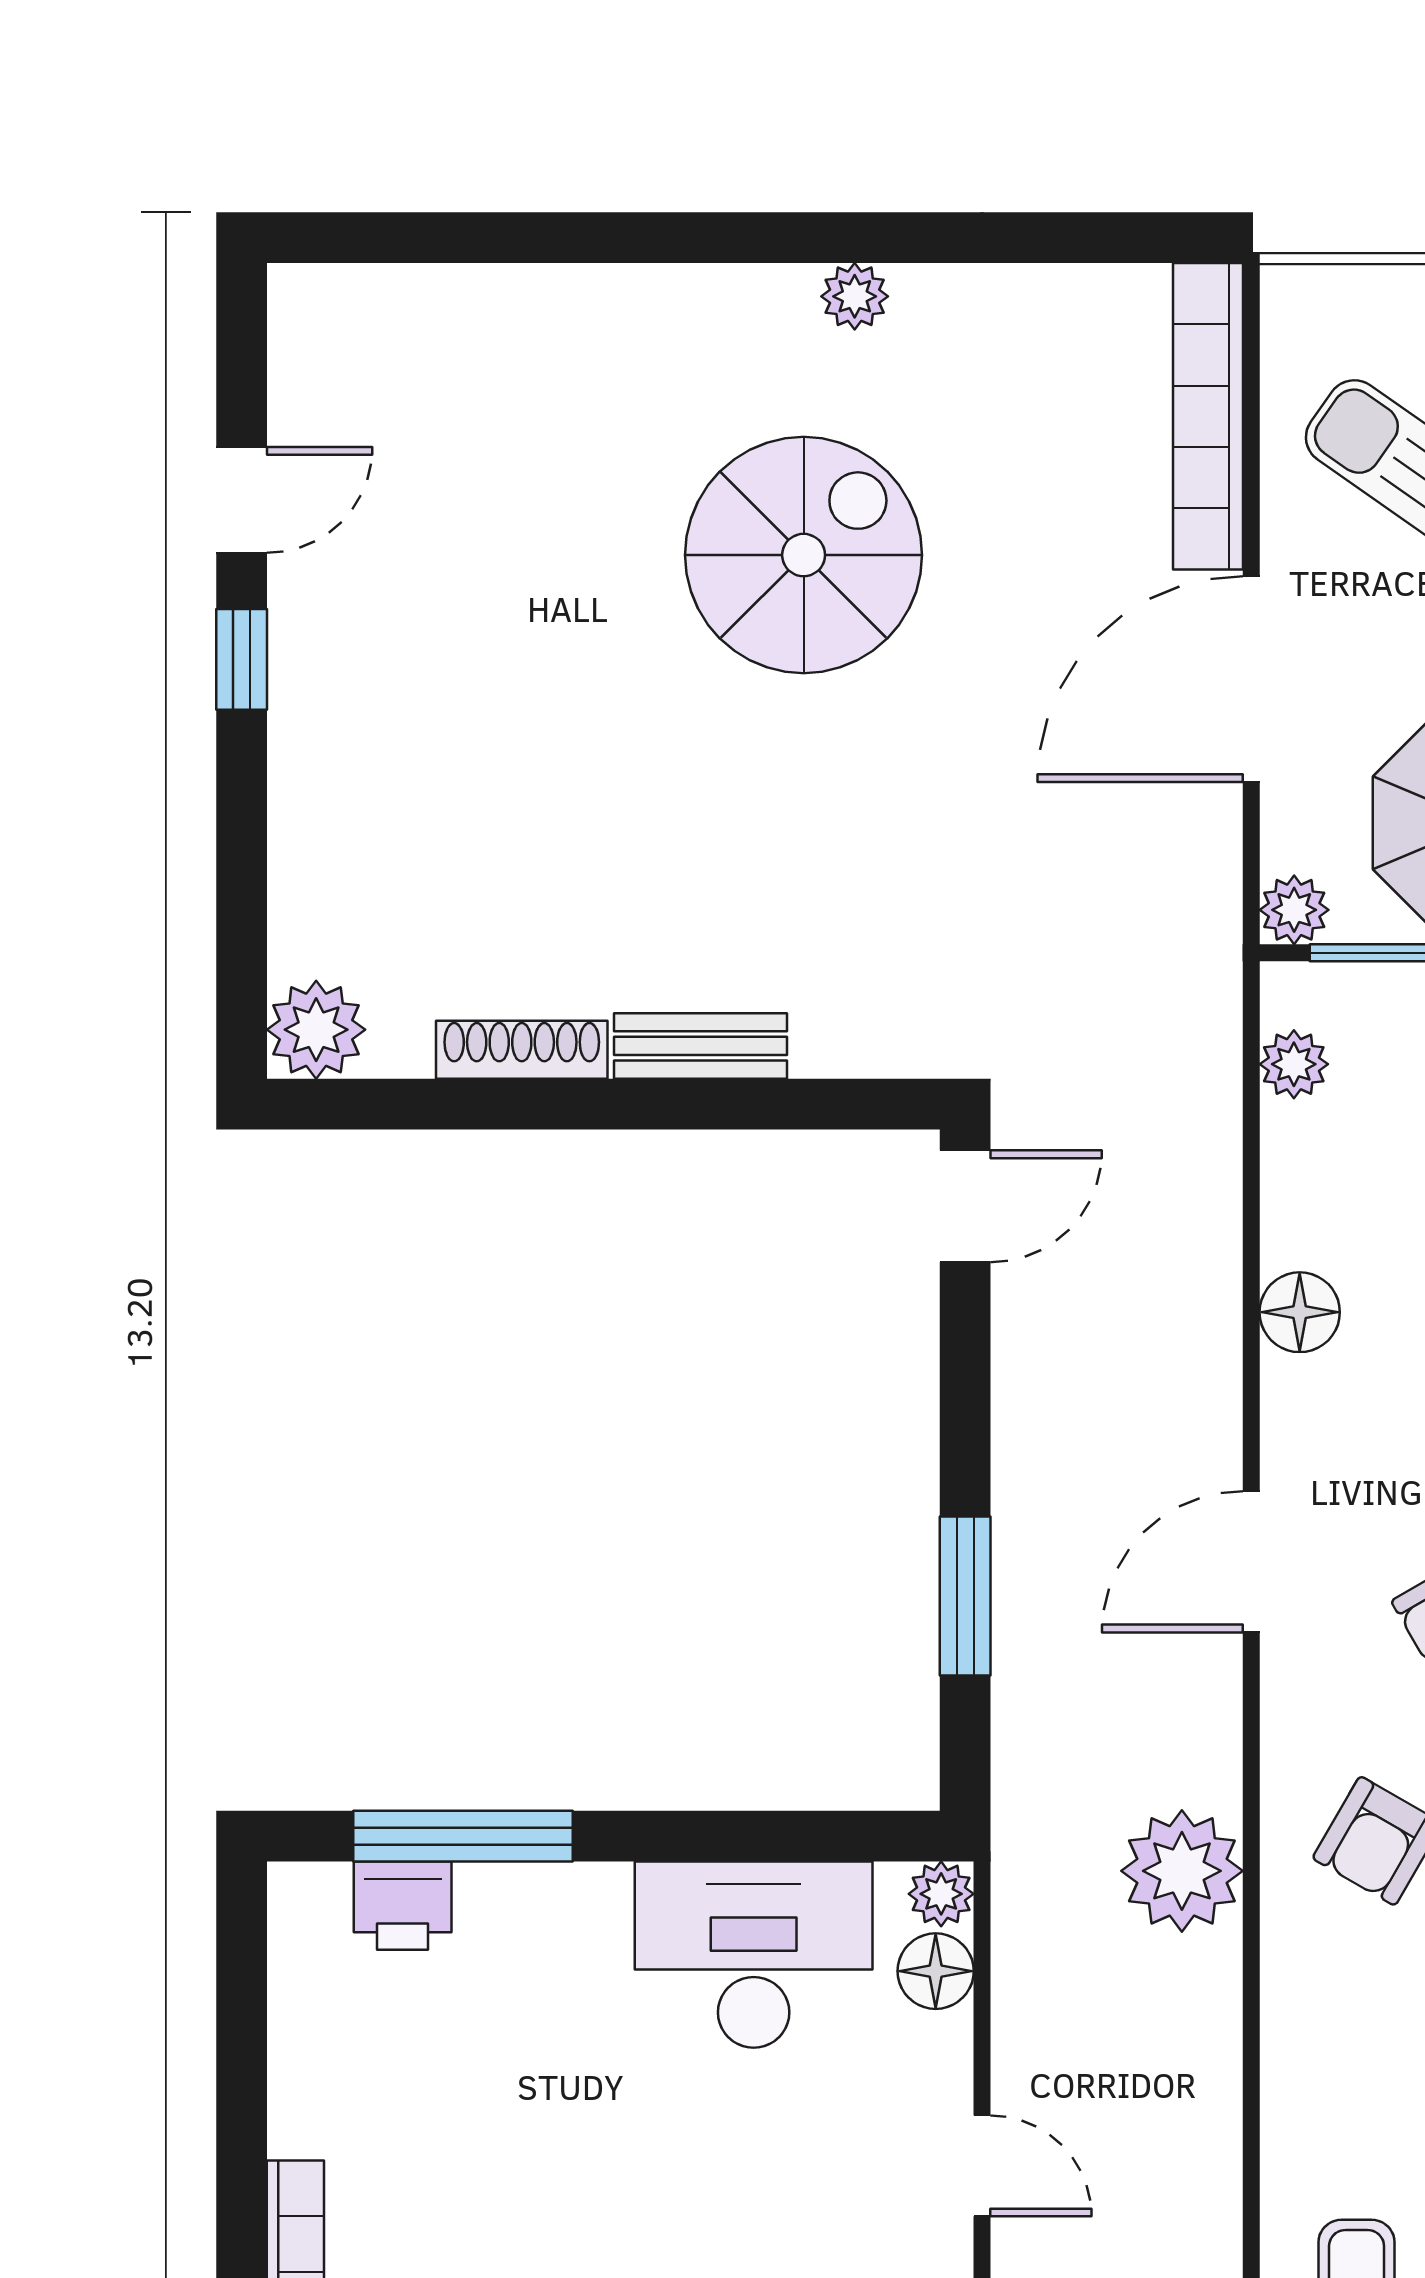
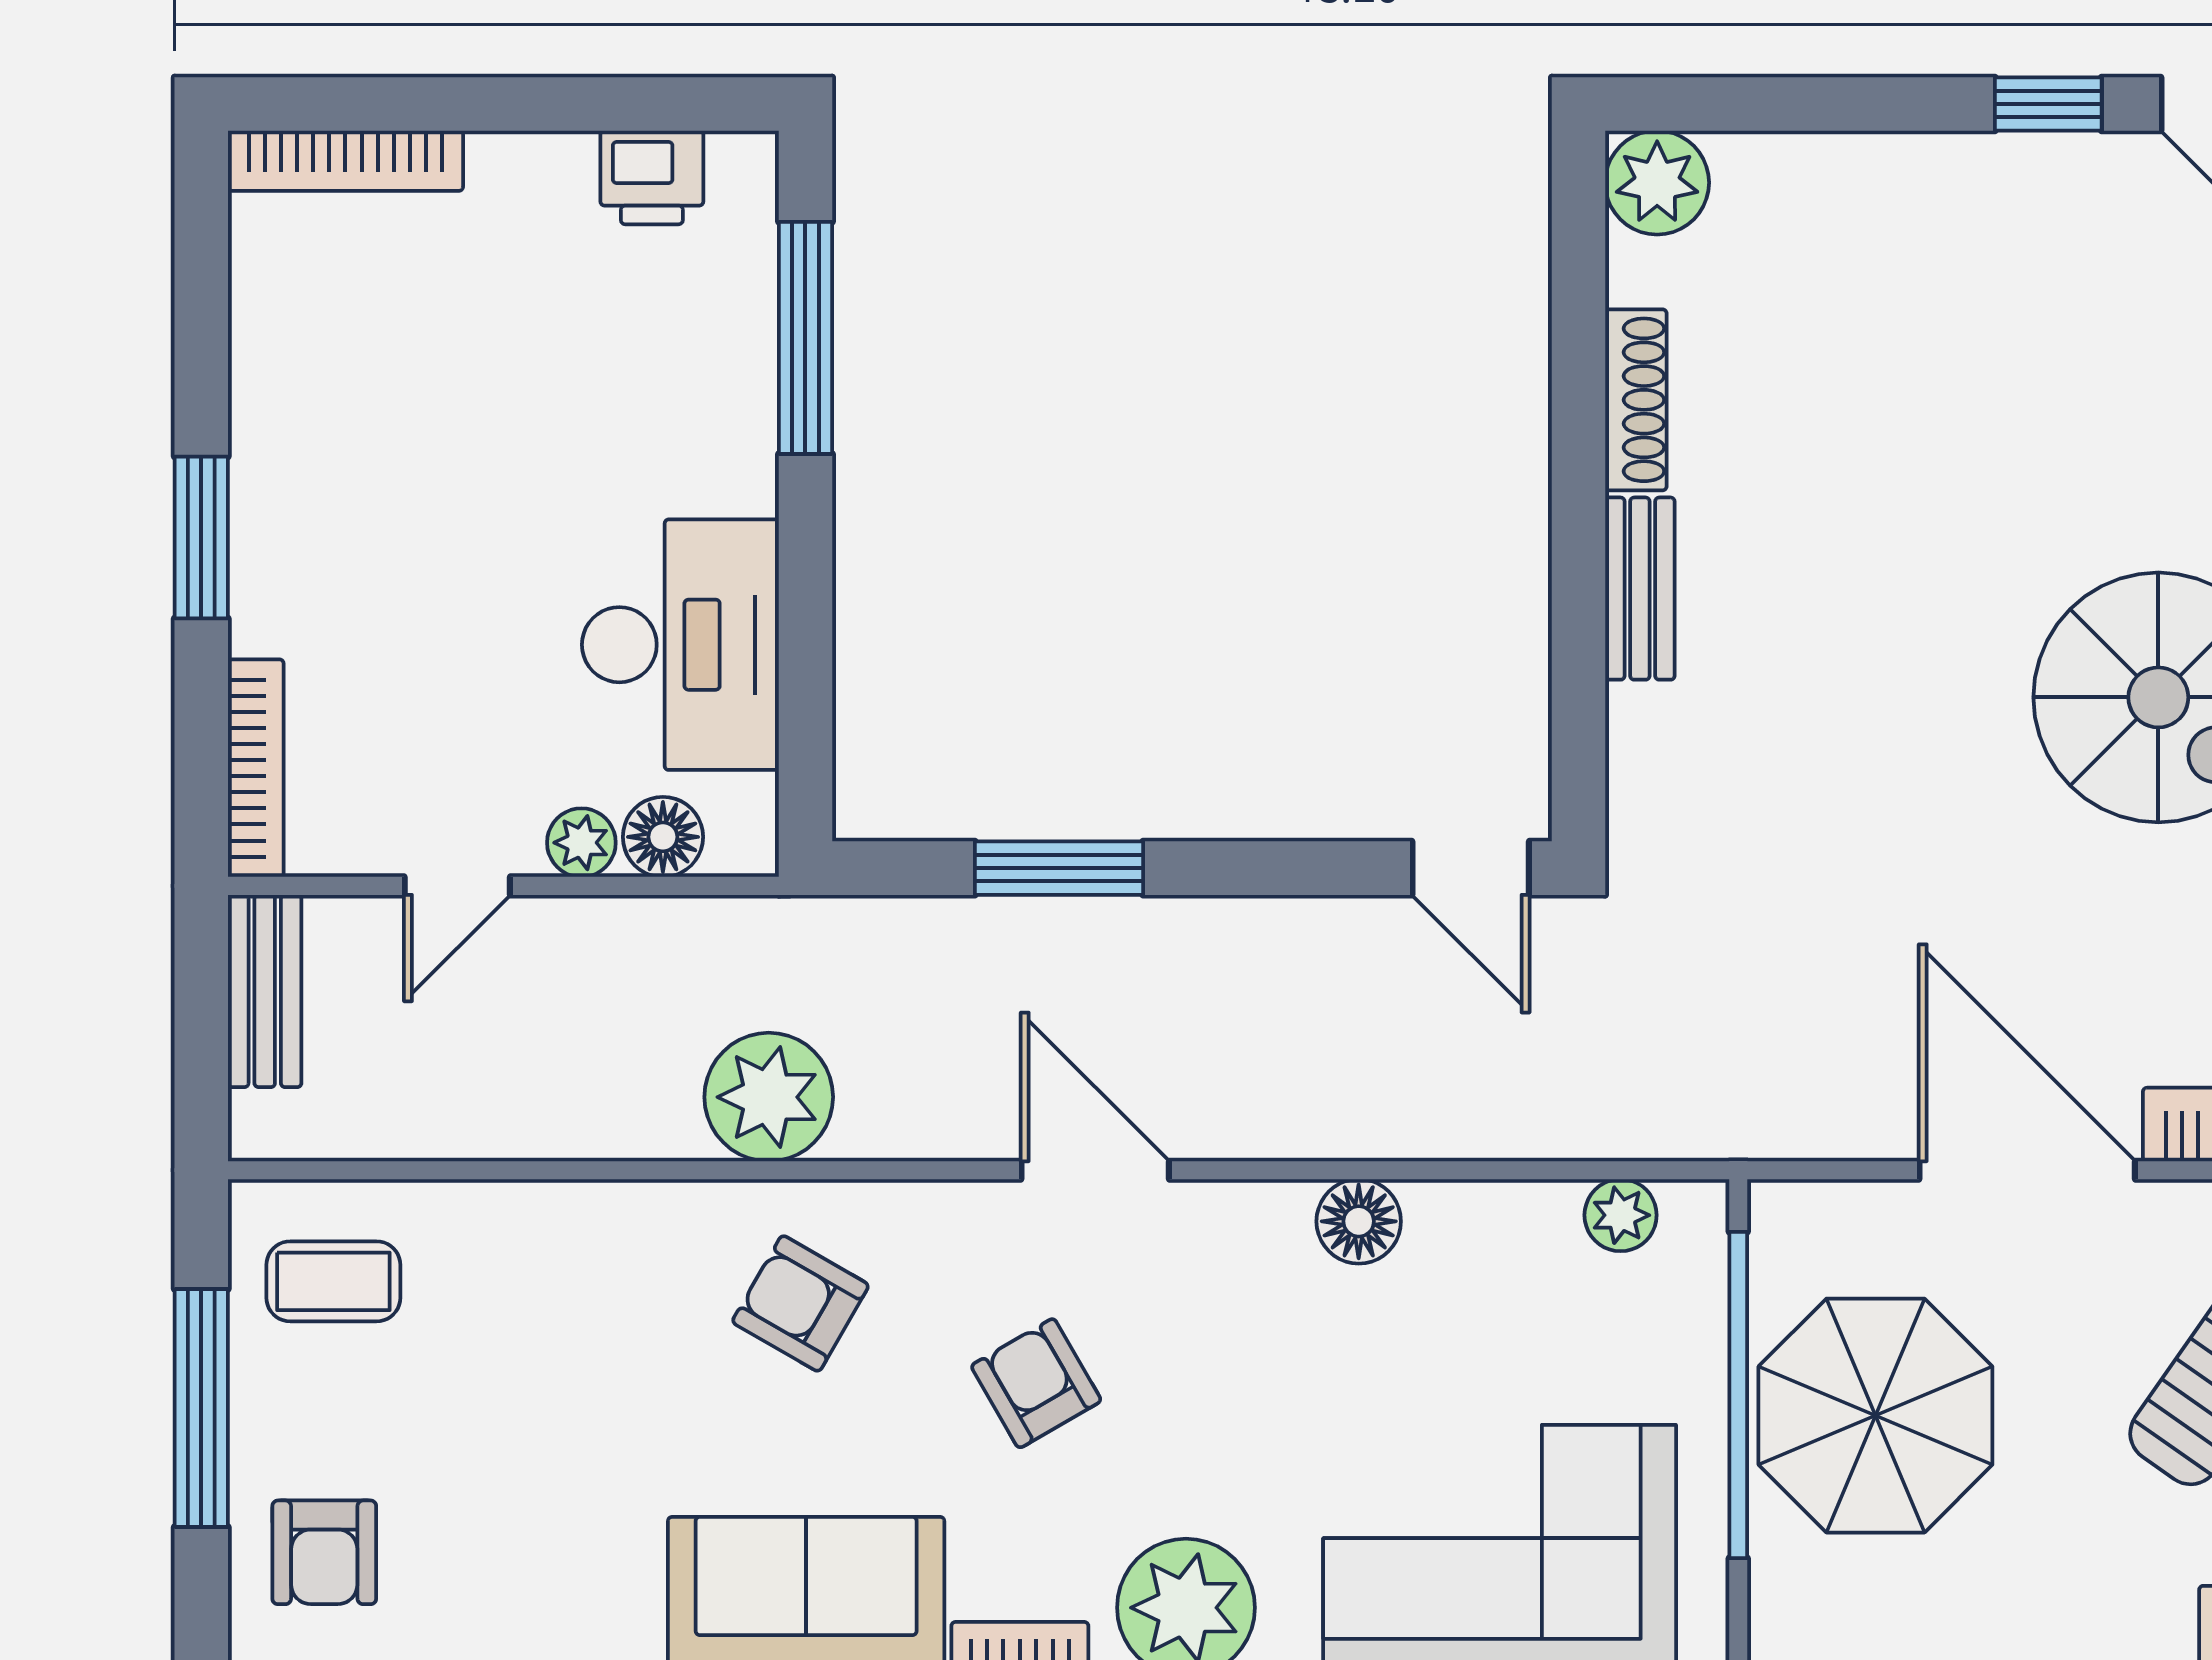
plant: (1294, 910) -> (1784, 1215), removed
plant: (941, 1894) -> (581, 843), moved
printer: (403, 1906) -> (652, 177), moved, turned -90

